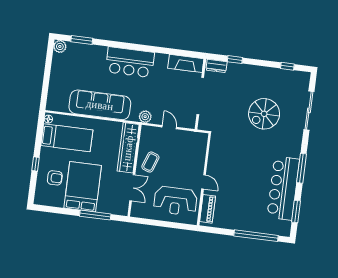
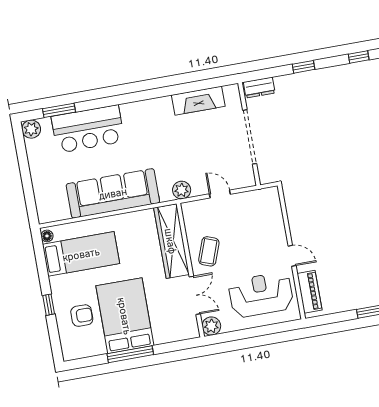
window: (235, 60) -> (303, 67), moved
bar counter: (130, 62) -> (88, 129), moved
fireplace: (186, 63) -> (198, 101), moved
spiral stairs: (264, 114) -> (347, 134), removed
reception desk: (175, 201) -> (261, 295), turned 180
plant: (137, 211) -> (211, 326), added
window: (95, 215) -> (130, 354), moved

